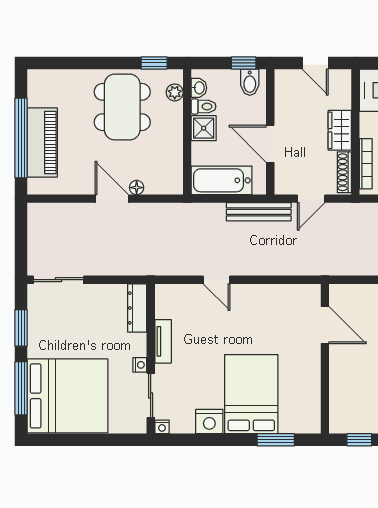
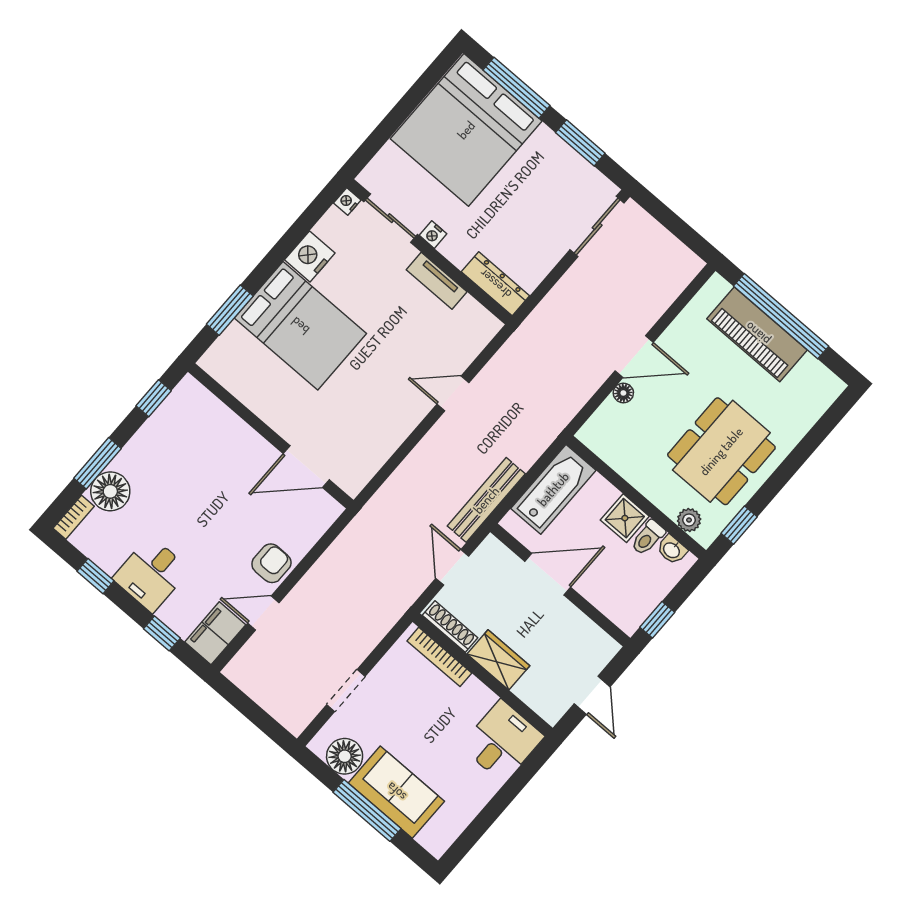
door: (315, 63) -> (592, 695), swing flipped
bidet: (250, 82) -> (631, 609), removed
dining table: (122, 107) -> (721, 451), turned 90

